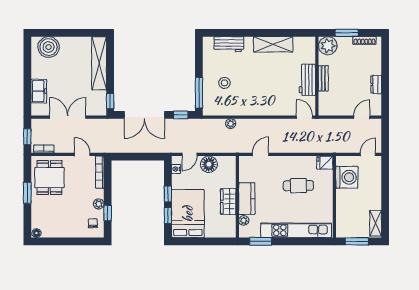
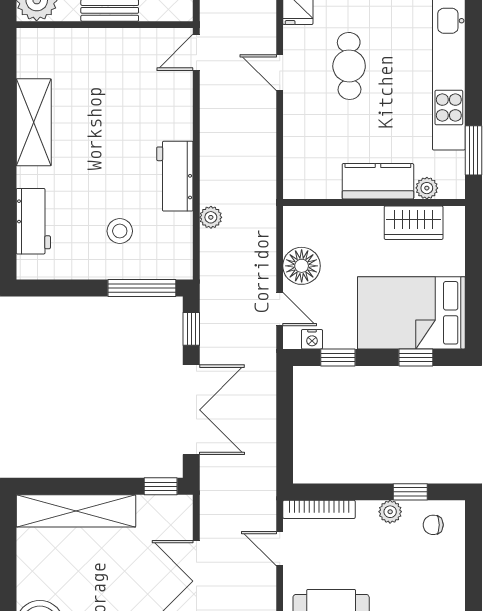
workbench: (307, 80) -> (175, 176), moved, turned 90
door: (82, 154) -> (280, 549), hinge flipped
door: (261, 154) -> (280, 73), moved
window: (168, 194) -> (338, 357), moved
wardrobe: (228, 201) -> (414, 223), moved

